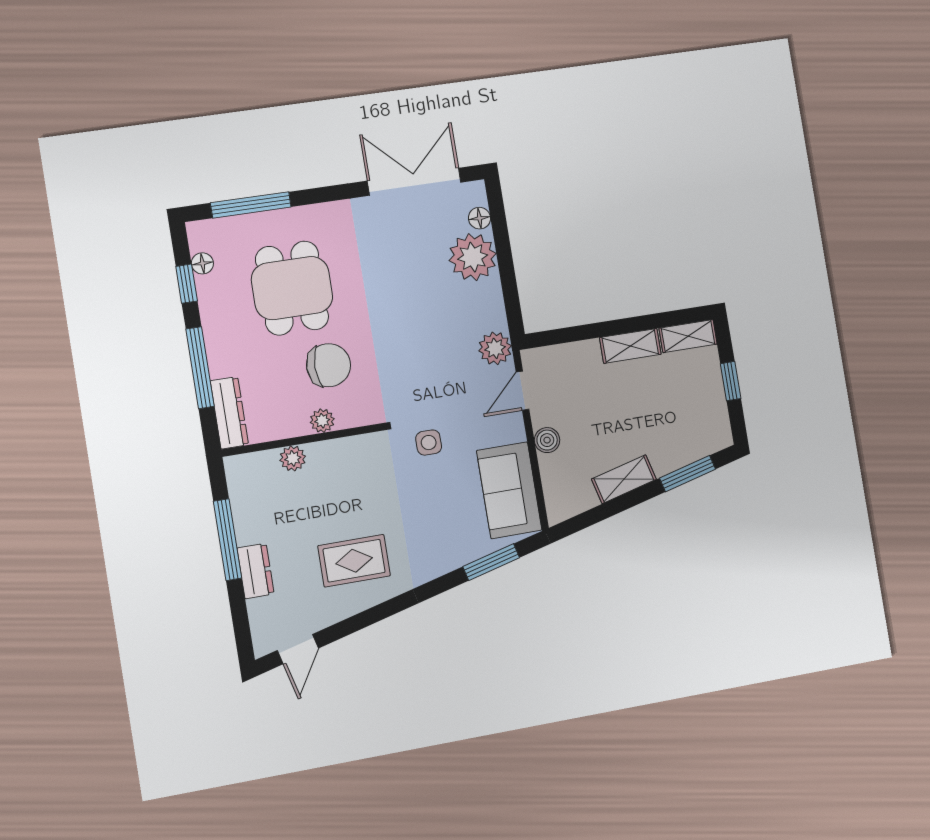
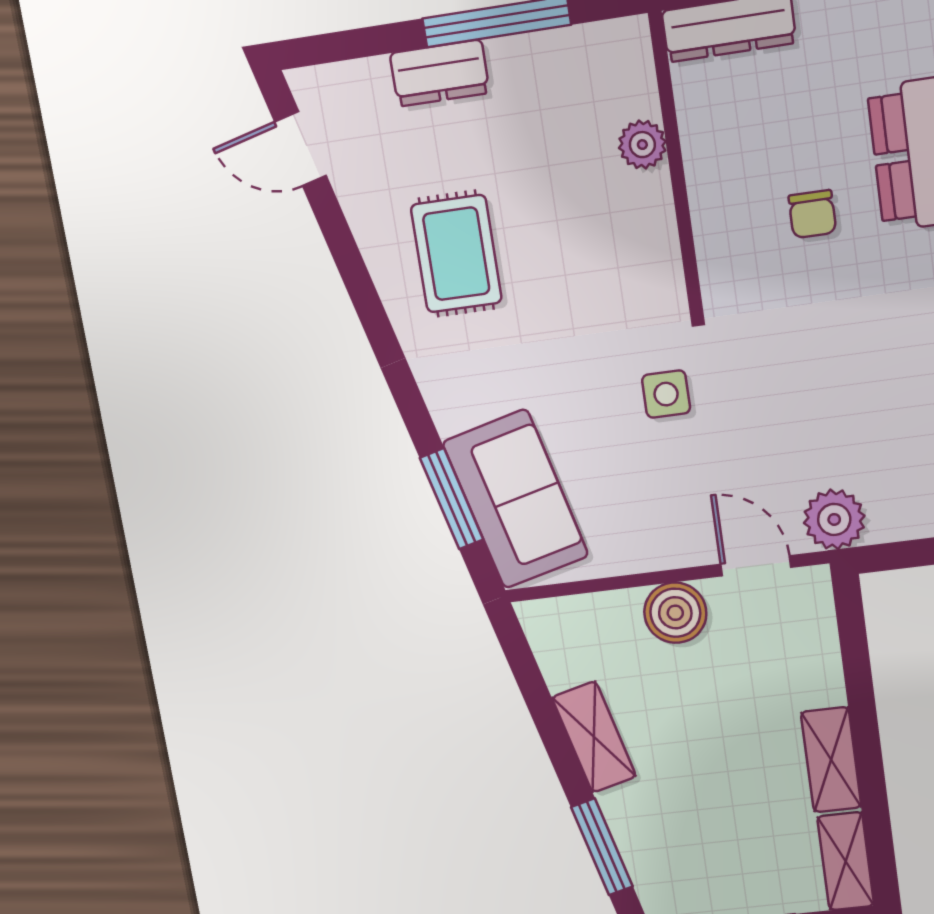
chair: (329, 365) -> (812, 214), width x0.54, depth x0.54
plant: (322, 421) -> (710, 200), removed
boiler: (547, 440) -> (675, 613), width x1.36, depth x1.36
sofa: (509, 490) -> (515, 499), moved, turned 76

